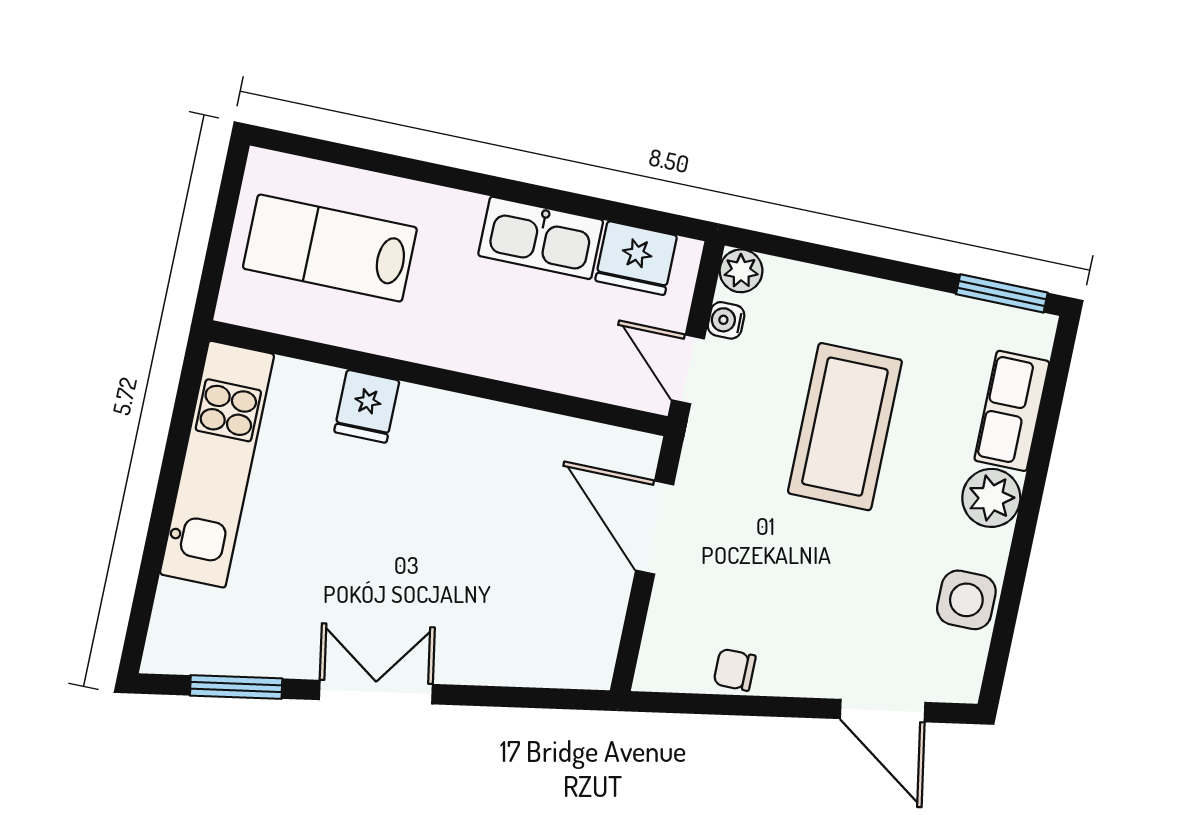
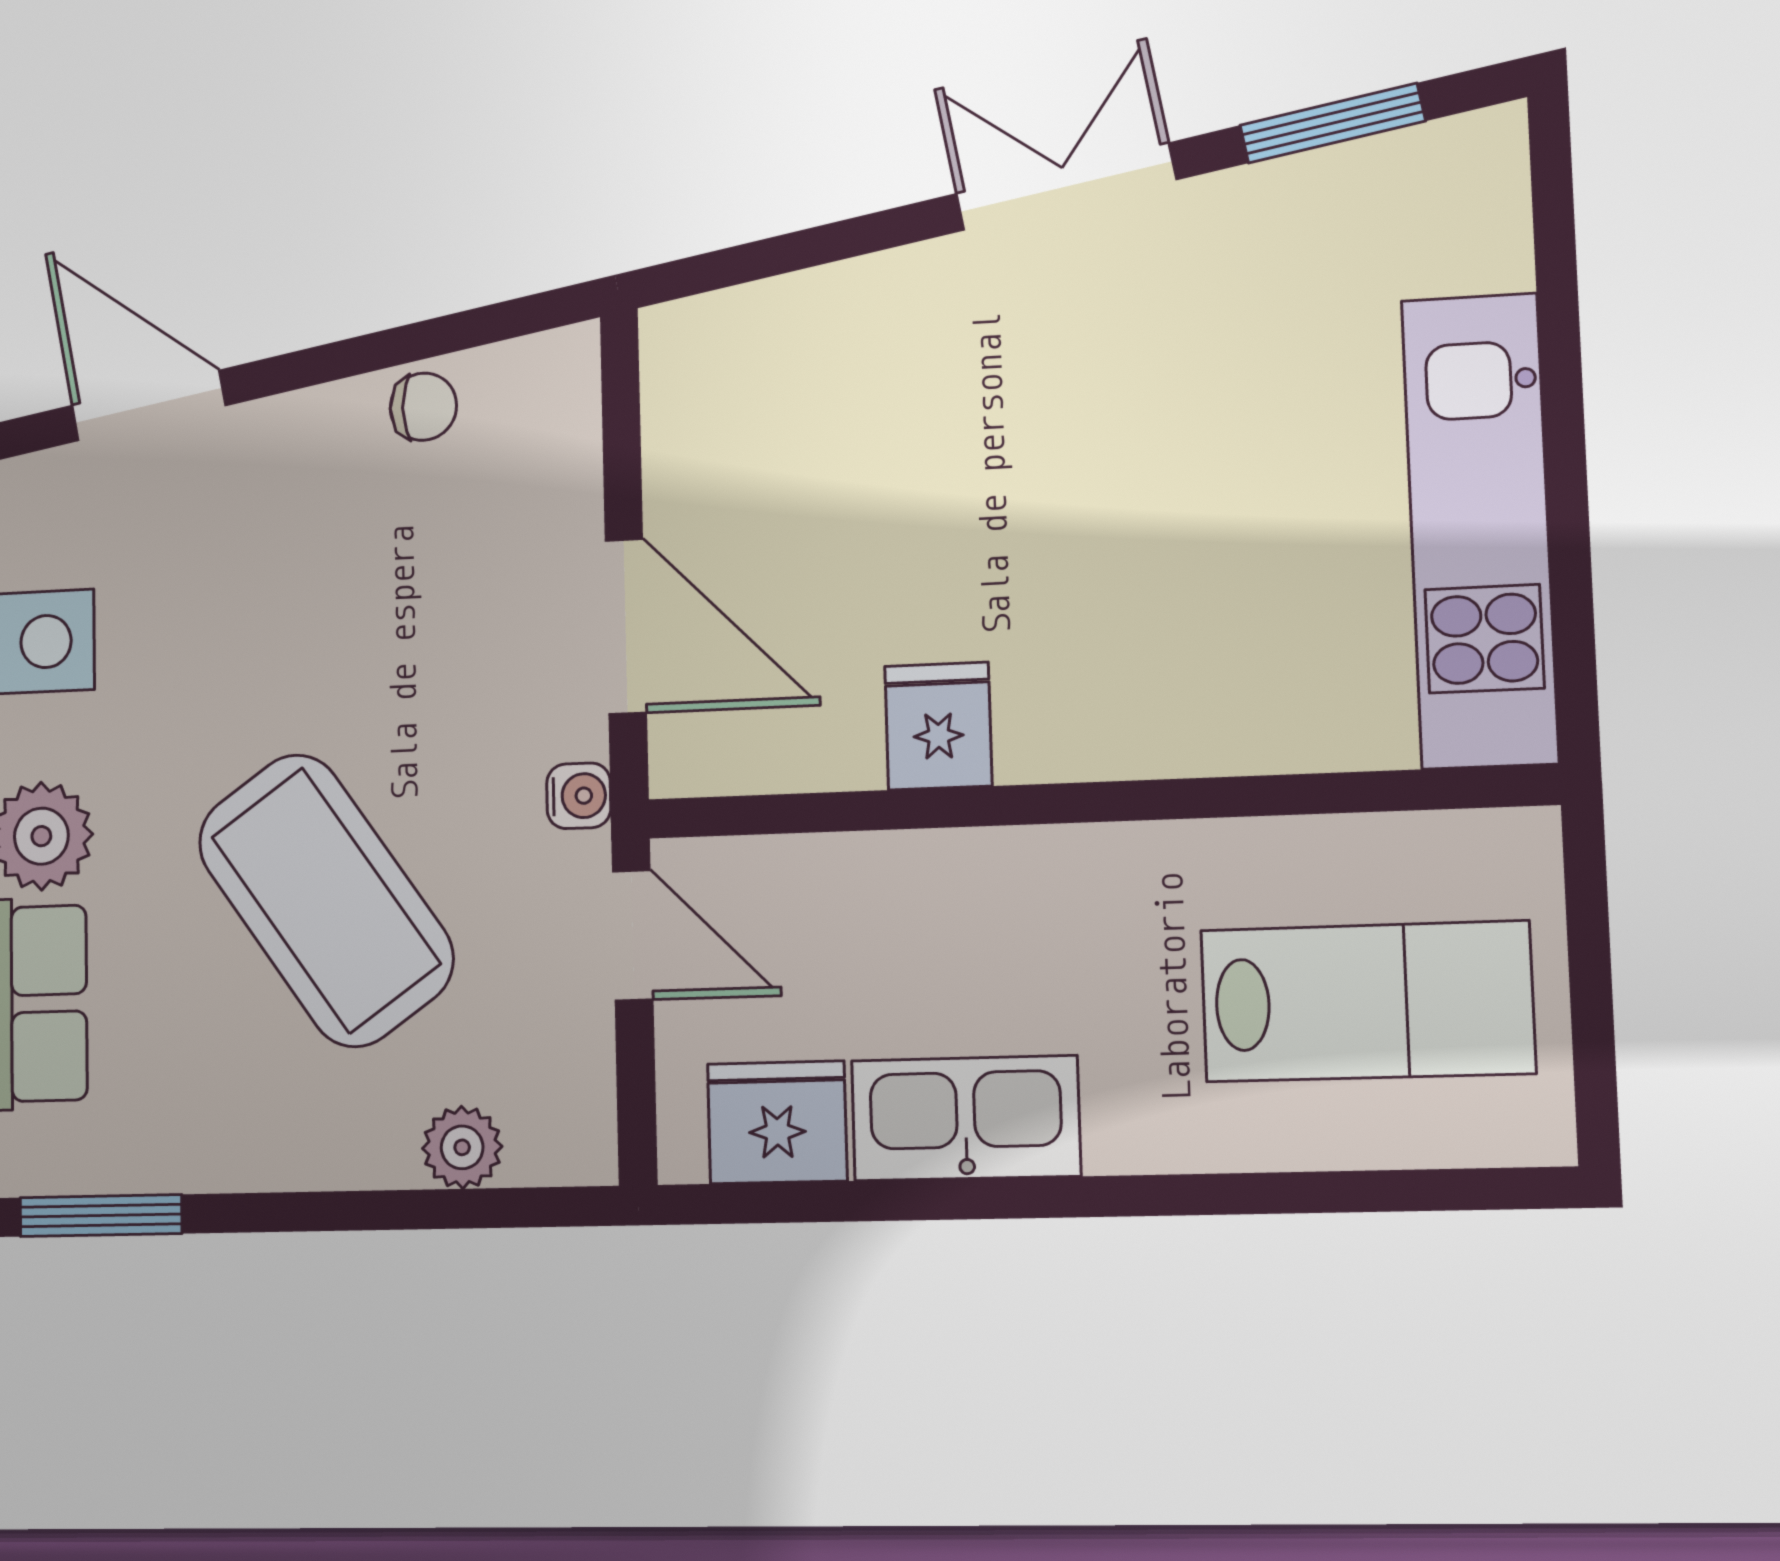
plant: (741, 271) -> (462, 1147), moved
water cooler: (726, 320) -> (579, 796), moved
fridge: (367, 406) -> (938, 726), moved
coffee table: (845, 427) -> (326, 900), turned -35
double door: (376, 692) -> (1066, 187), swing flipped

